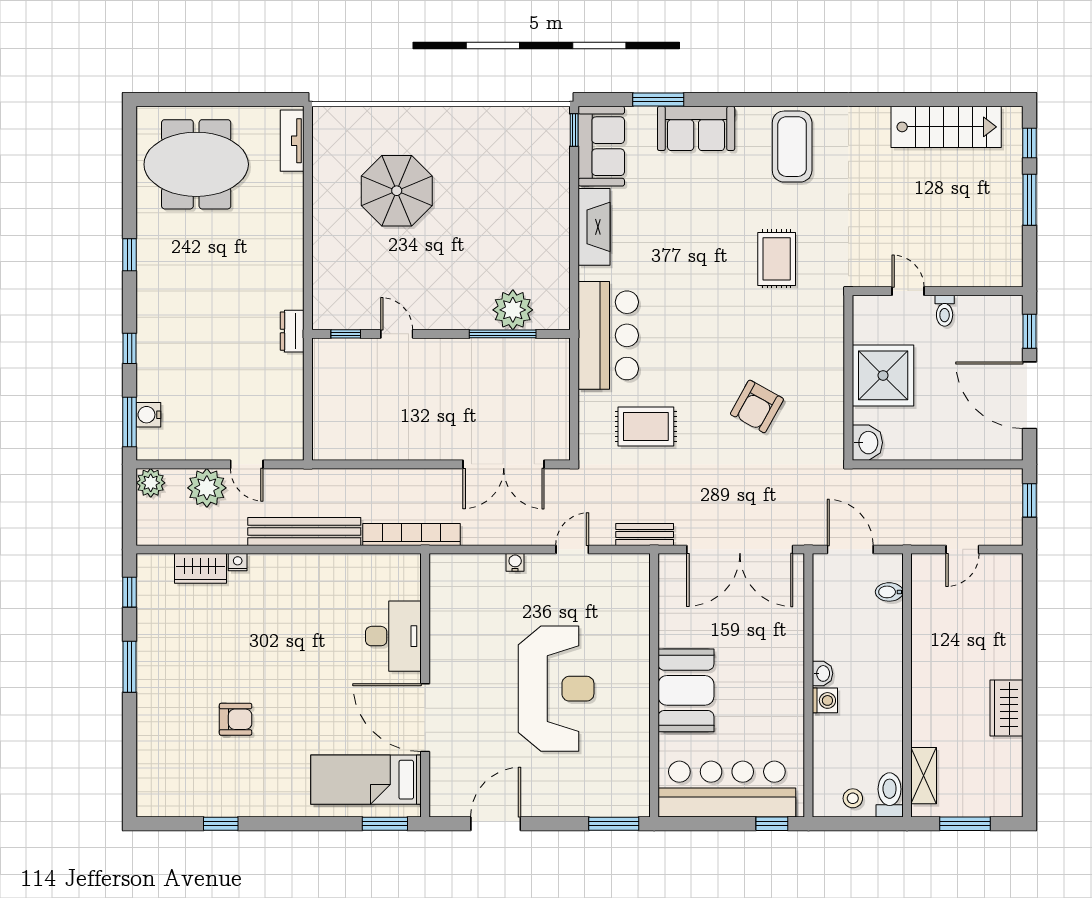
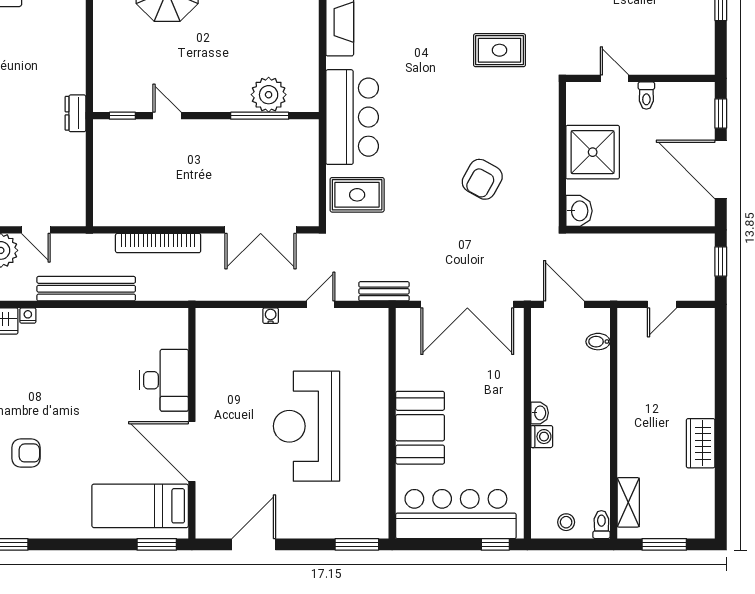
rug: (777, 259) -> (500, 50), turned 90
rug: (646, 427) -> (357, 195), moved
bookcase: (411, 534) -> (158, 243), moved, turned 180
reception desk: (556, 689) -> (306, 426), turned 180
toilet: (890, 795) -> (601, 525), width x0.73, depth x0.72

